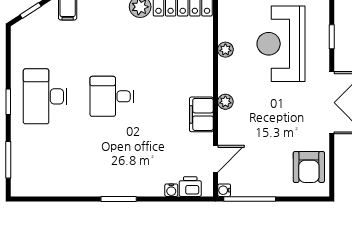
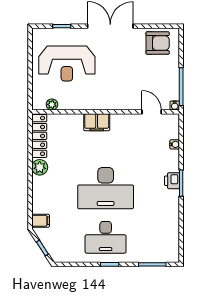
plant: (225, 50) -> (52, 104), moved
desk: (112, 96) -> (106, 188), width x1.87, depth x1.30
plant: (225, 102) -> (110, 104), removed
filing cabinet: (201, 114) -> (97, 122), moved
printer: (190, 187) -> (172, 181), moved

